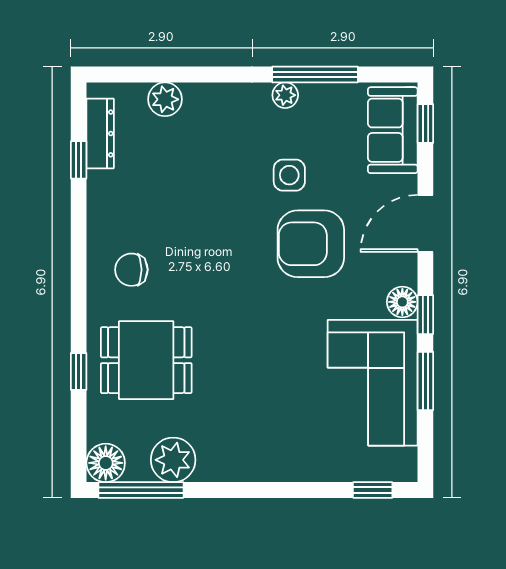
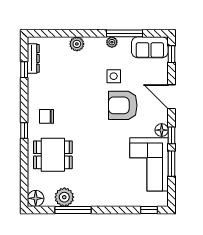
plant: (165, 99) -> (77, 44), moved
sofa: (393, 130) -> (150, 47), moved, turned -90
door: (425, 223) -> (171, 97), hinge flipped
window: (79, 371) -> (24, 130), moved
window: (141, 490) -> (73, 210), moved

